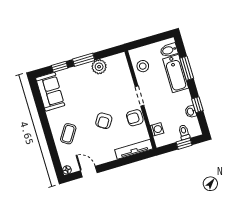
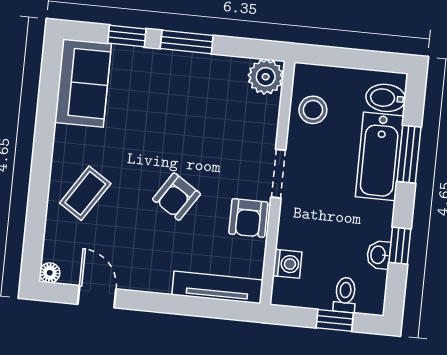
plant: (99, 67) -> (266, 77), moved
armchair: (135, 118) -> (248, 218), turned -90

